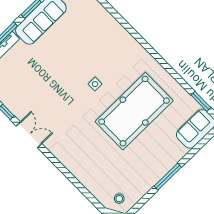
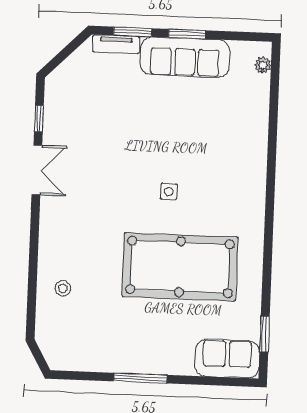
stool: (119, 199) -> (63, 288), moved

